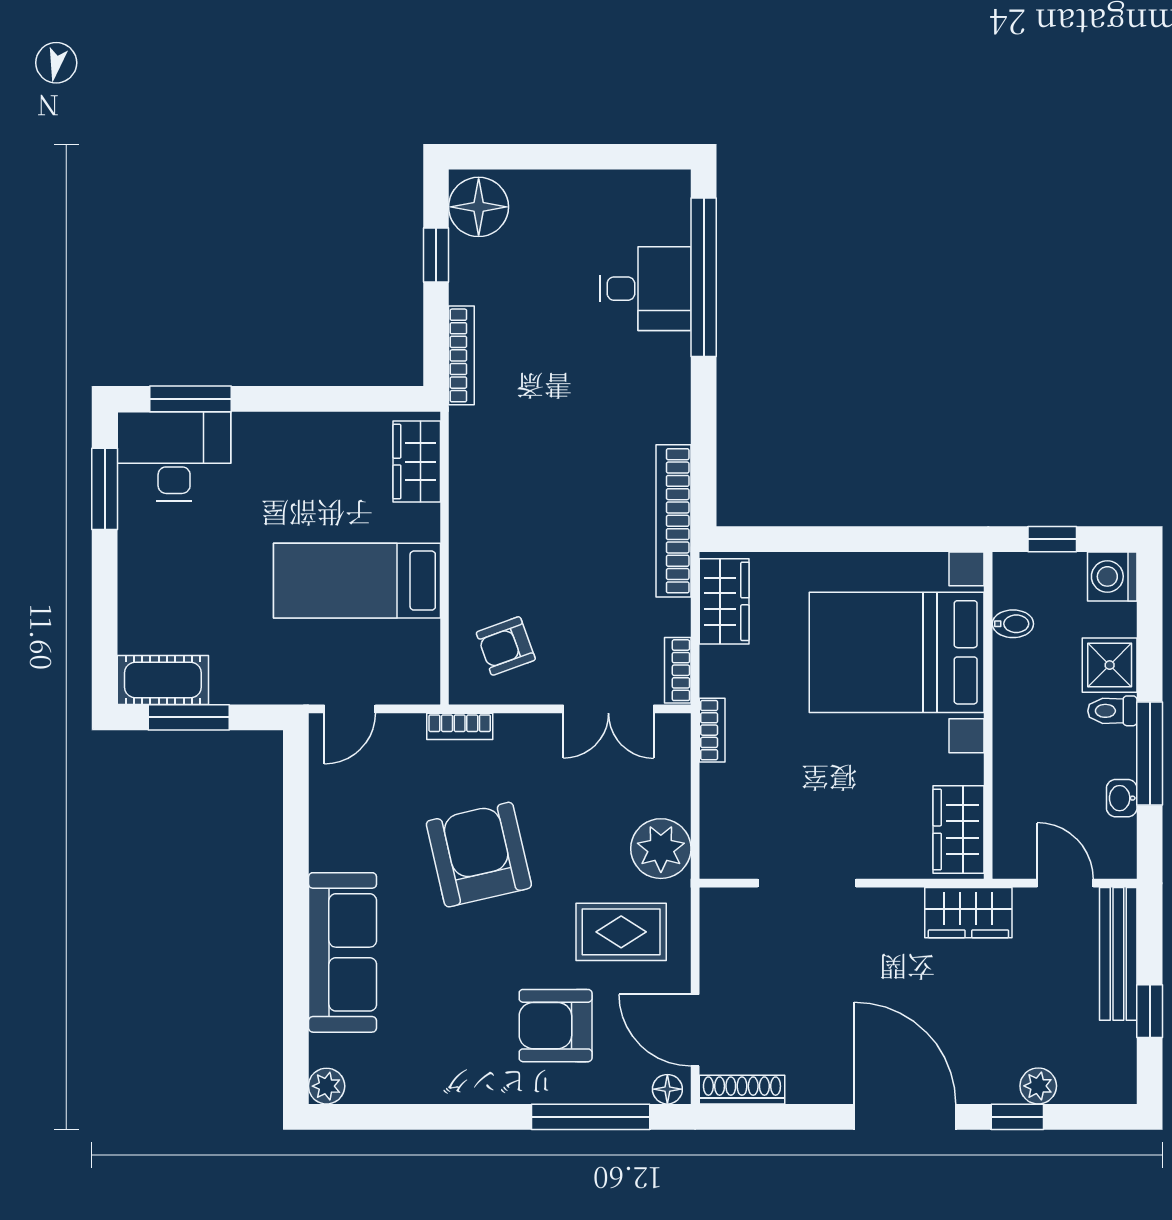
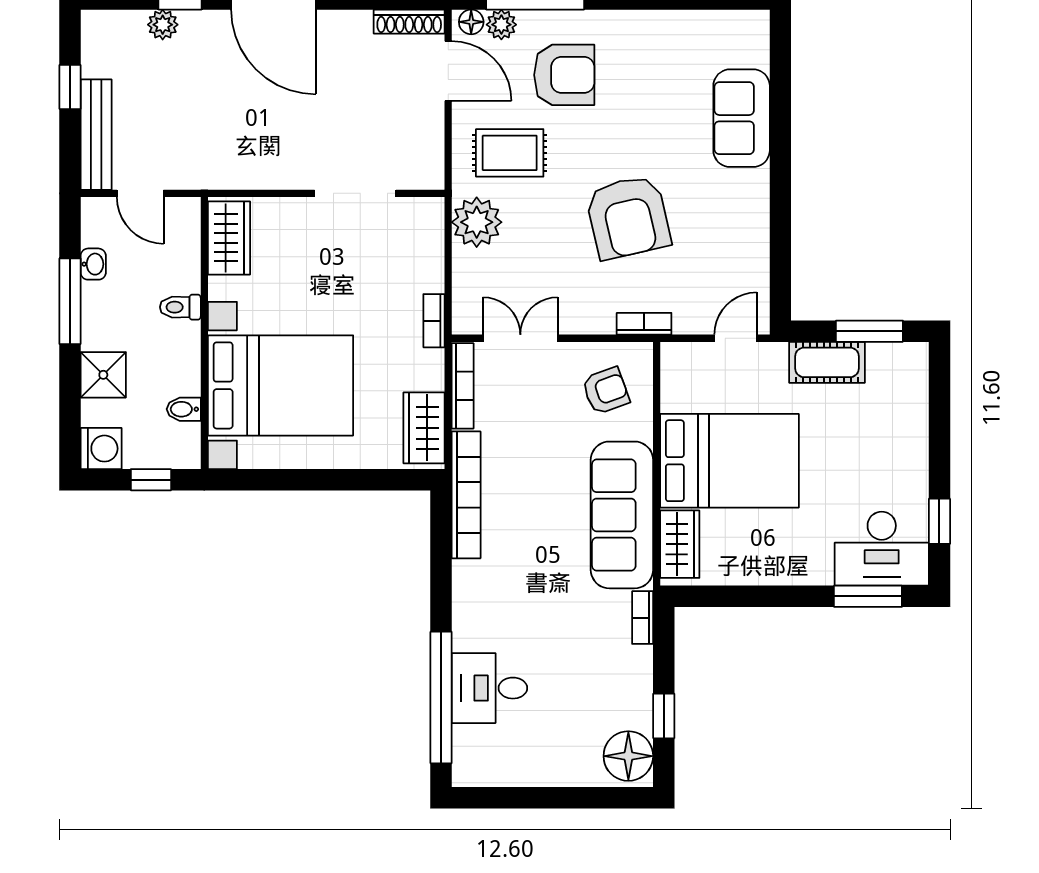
bookcase: (461, 355) -> (643, 618), width x0.64
window: (105, 489) -> (939, 521), width x0.67
sofa: (486, 497) -> (622, 515), added
bed: (357, 581) -> (730, 461), width x1.50
bookcase: (678, 670) -> (463, 386), width x1.56
cot: (163, 680) -> (827, 362), moved
toilet: (1112, 711) -> (180, 307), moved, turned 180
wardrobe: (968, 913) -> (221, 169), removed
sofa: (343, 952) -> (742, 118), width x0.73
plant: (327, 1086) -> (501, 25), moved

